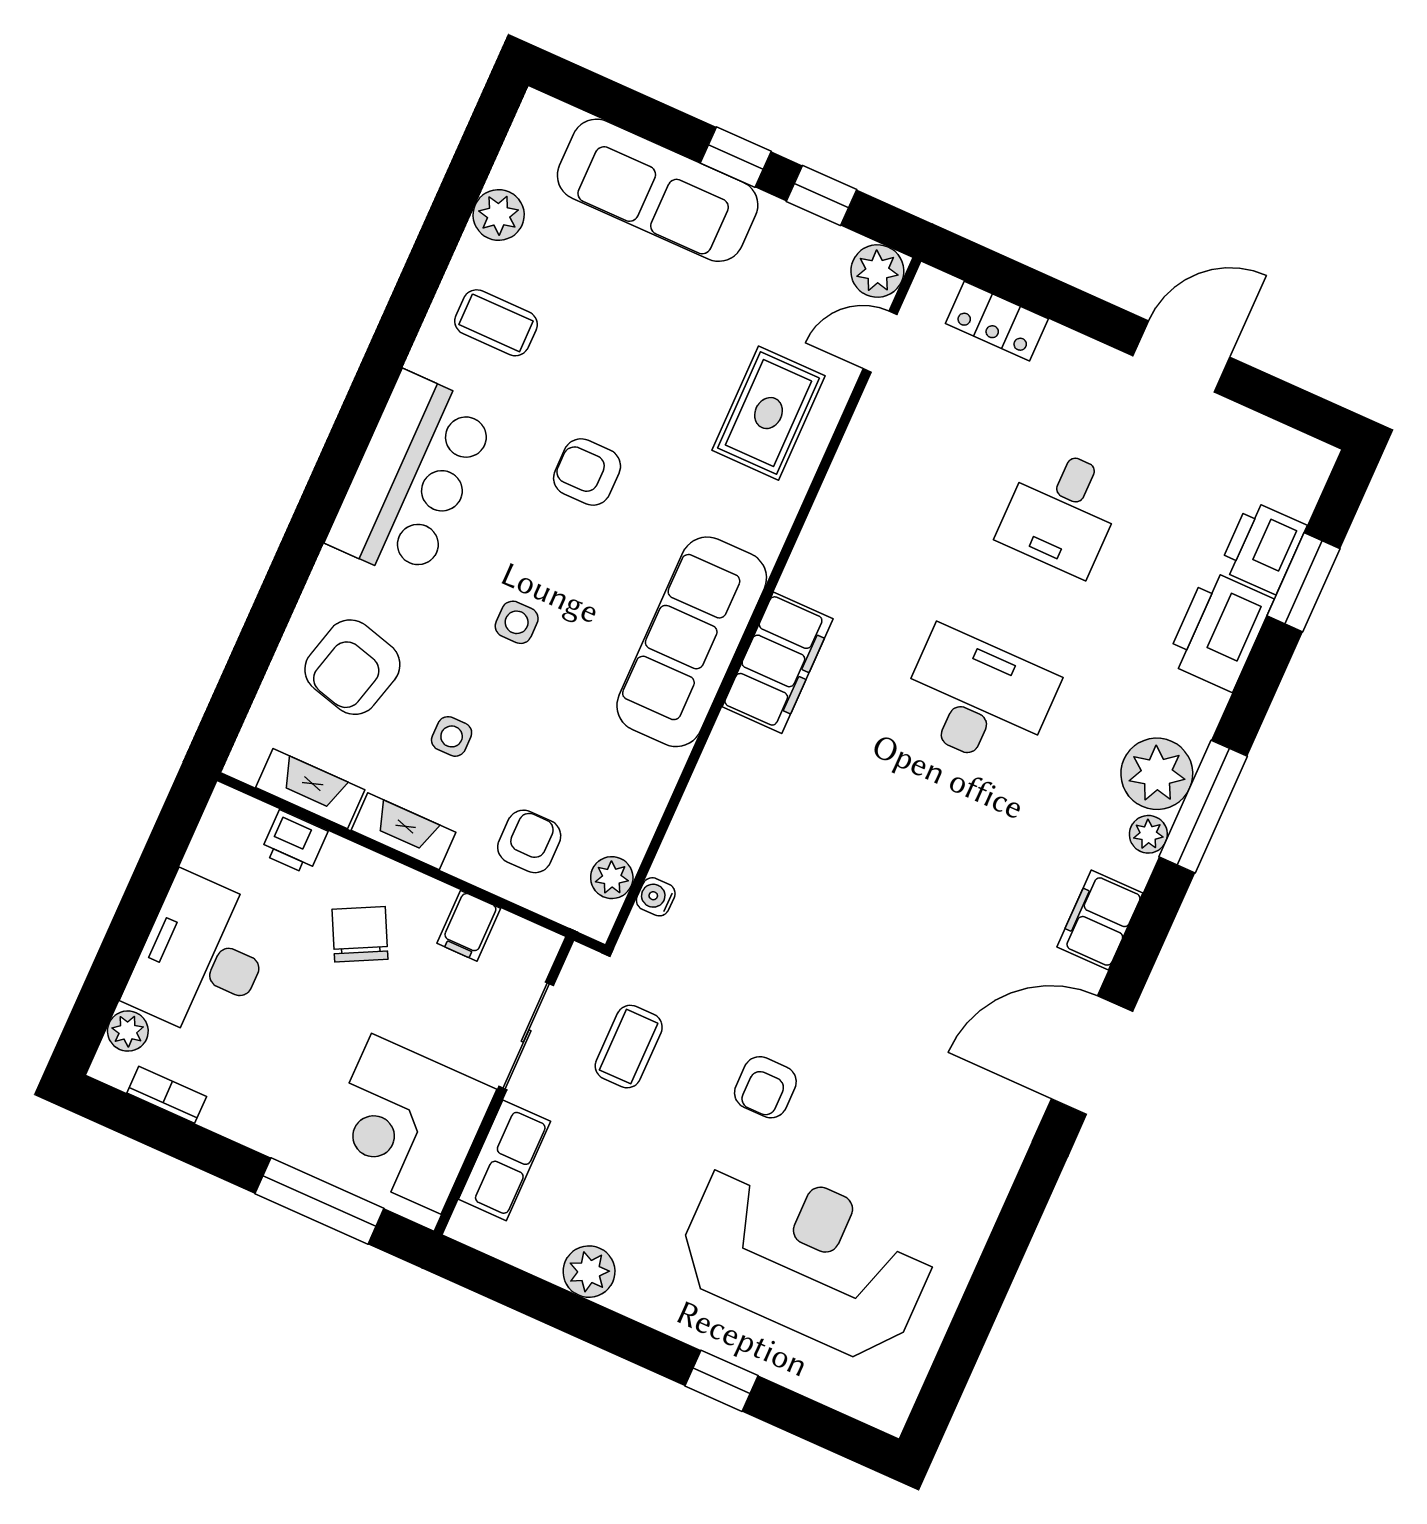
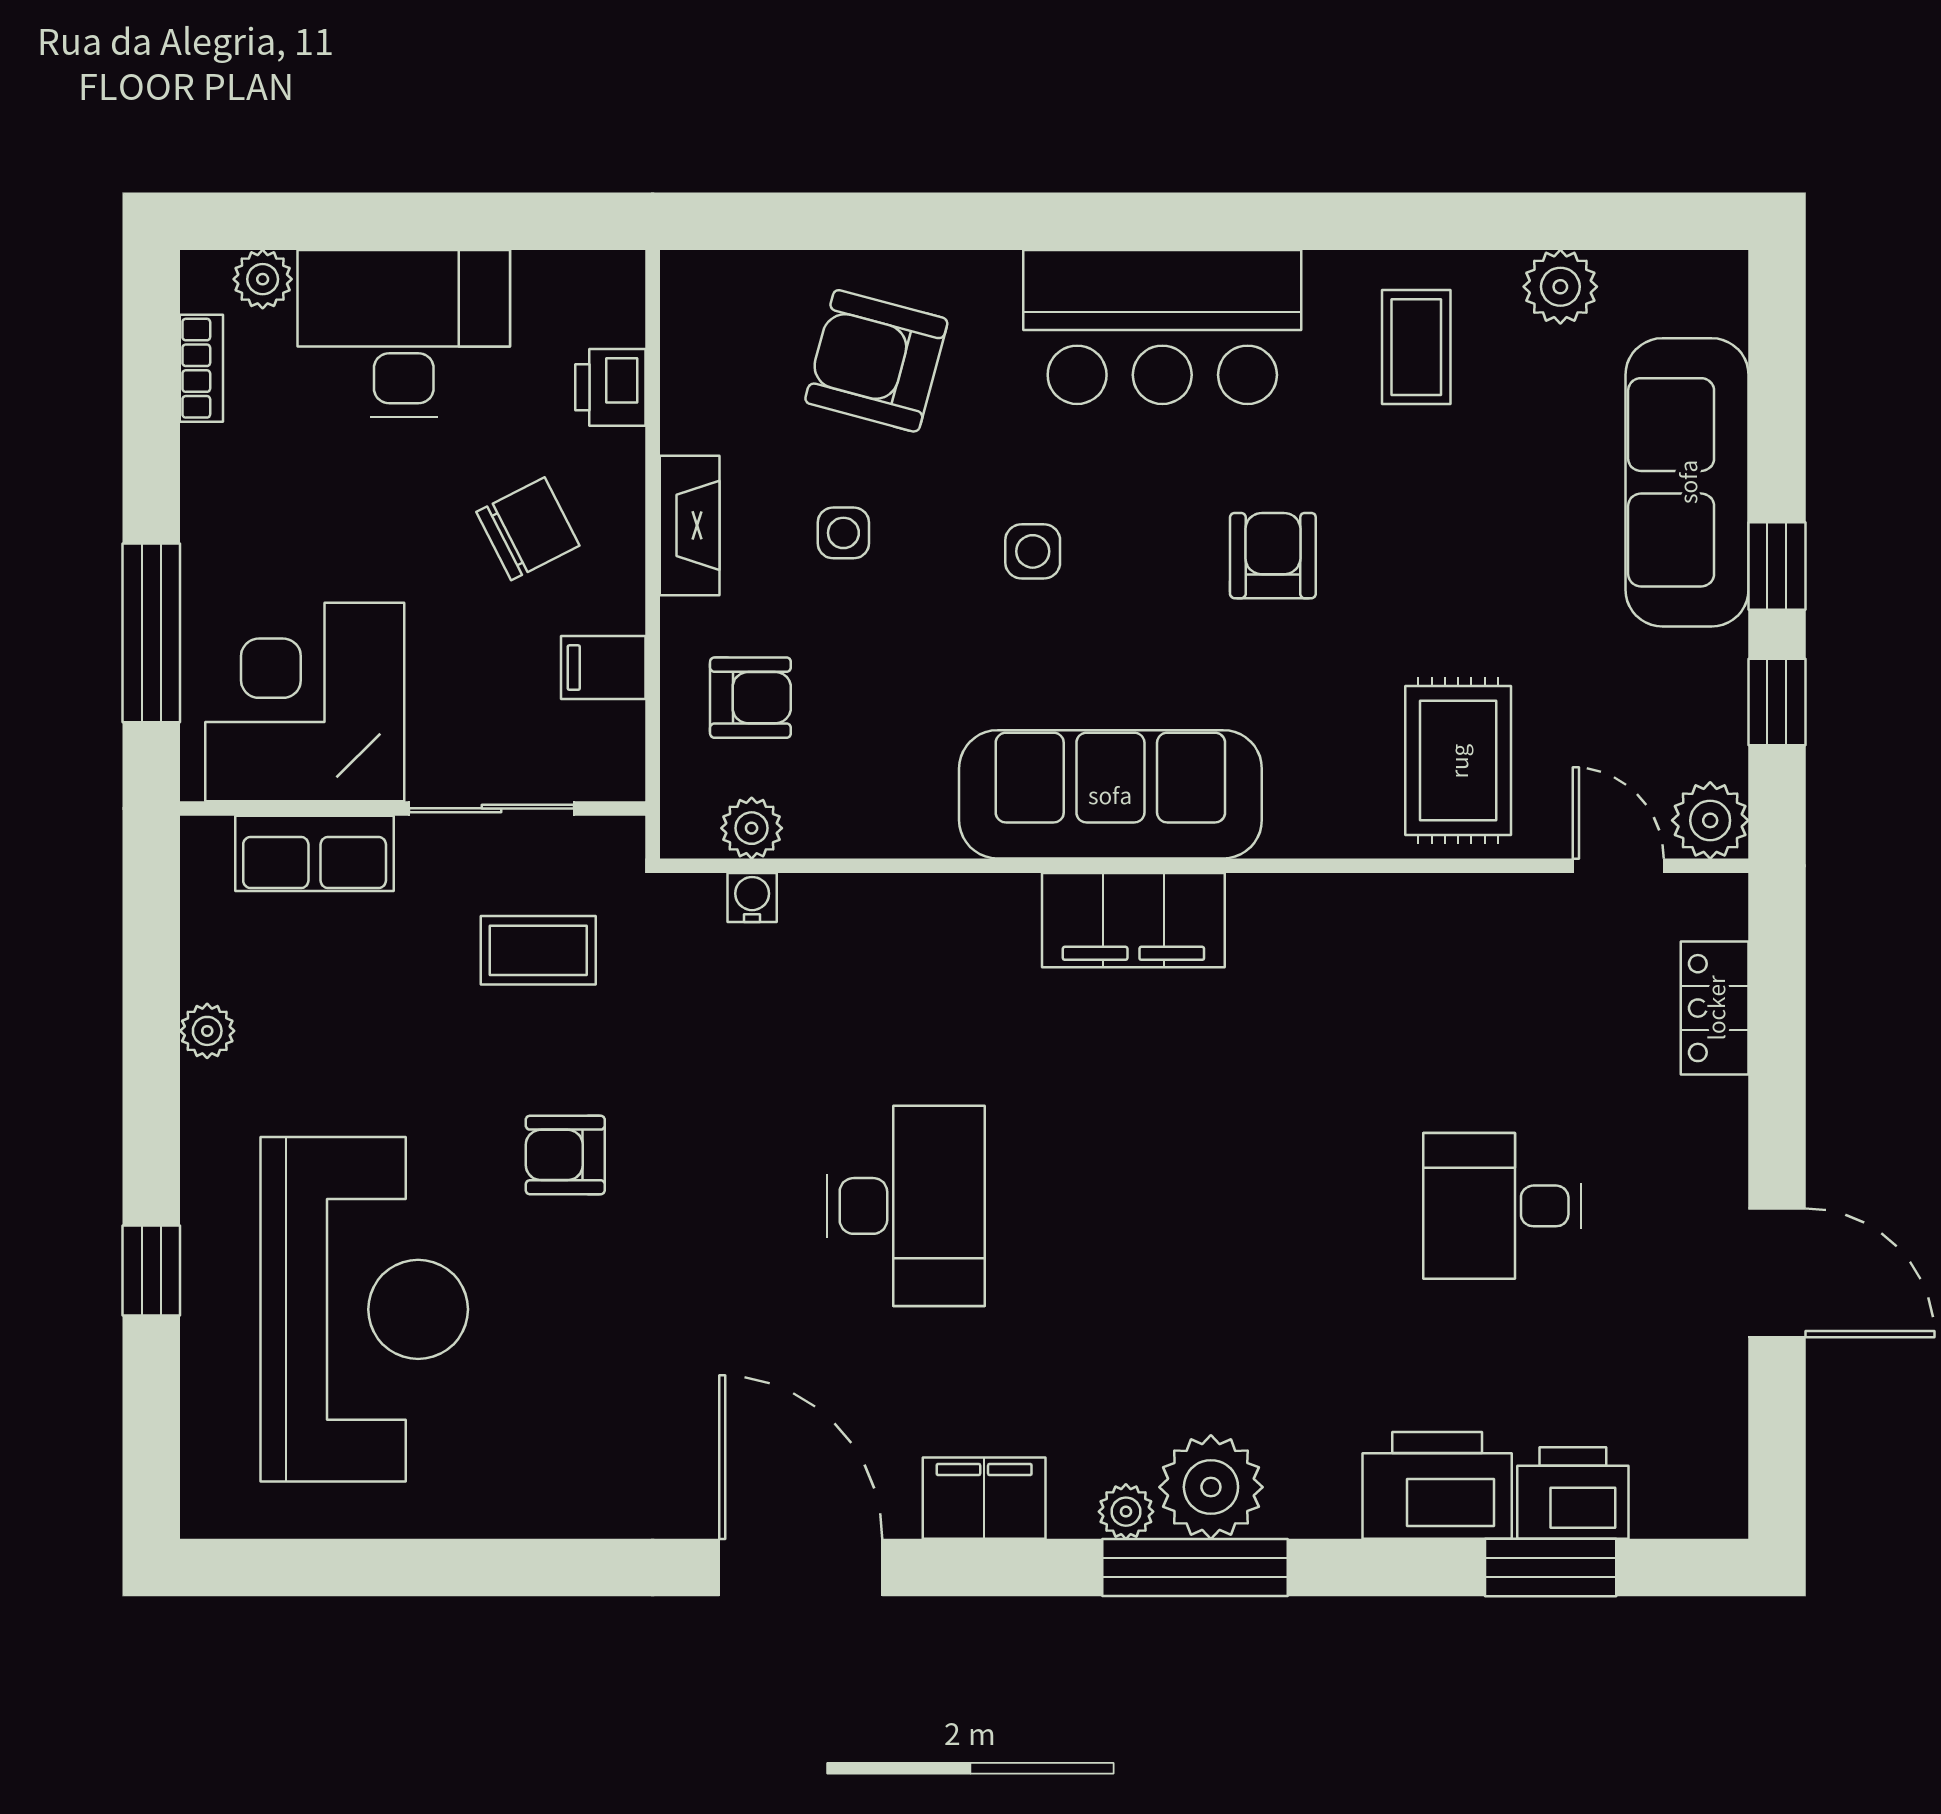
rug: (768, 413) -> (1458, 761), turned 90
desk: (978, 699) -> (906, 1206), moved
fireplace: (310, 789) -> (691, 377), removed
plant: (589, 1272) -> (207, 1031), width x0.73, depth x0.73

